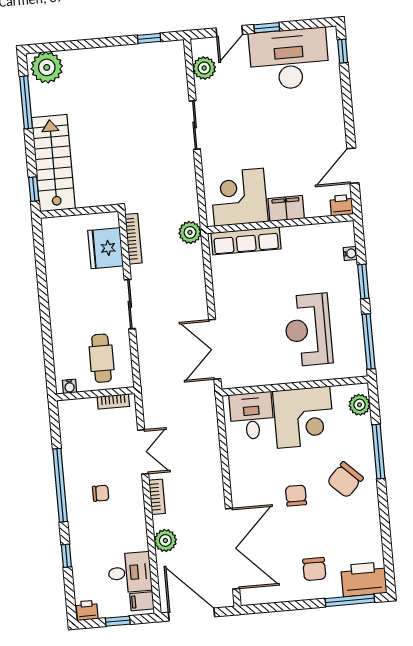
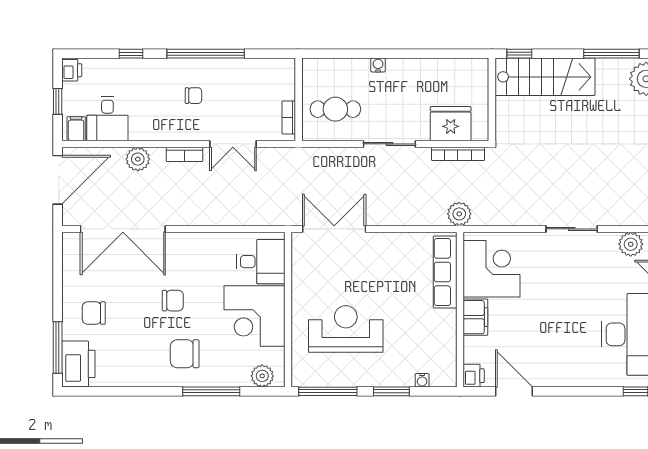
water cooler: (69, 386) -> (378, 65), moved, turned 90
chair: (345, 480) -> (185, 354), turned -44
chair: (101, 493) -> (194, 96), turned -90

